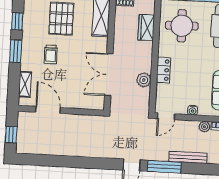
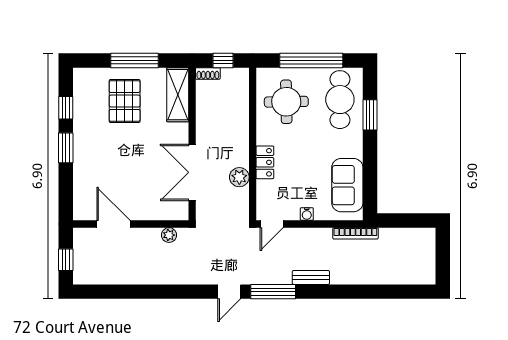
wardrobe: (146, 28) -> (239, 107), removed
trolley: (51, 54) -> (113, 150), removed
shelving: (25, 84) -> (81, 192), removed
plant: (205, 127) -> (169, 235), moved
bench: (188, 157) -> (311, 277), width x0.73

